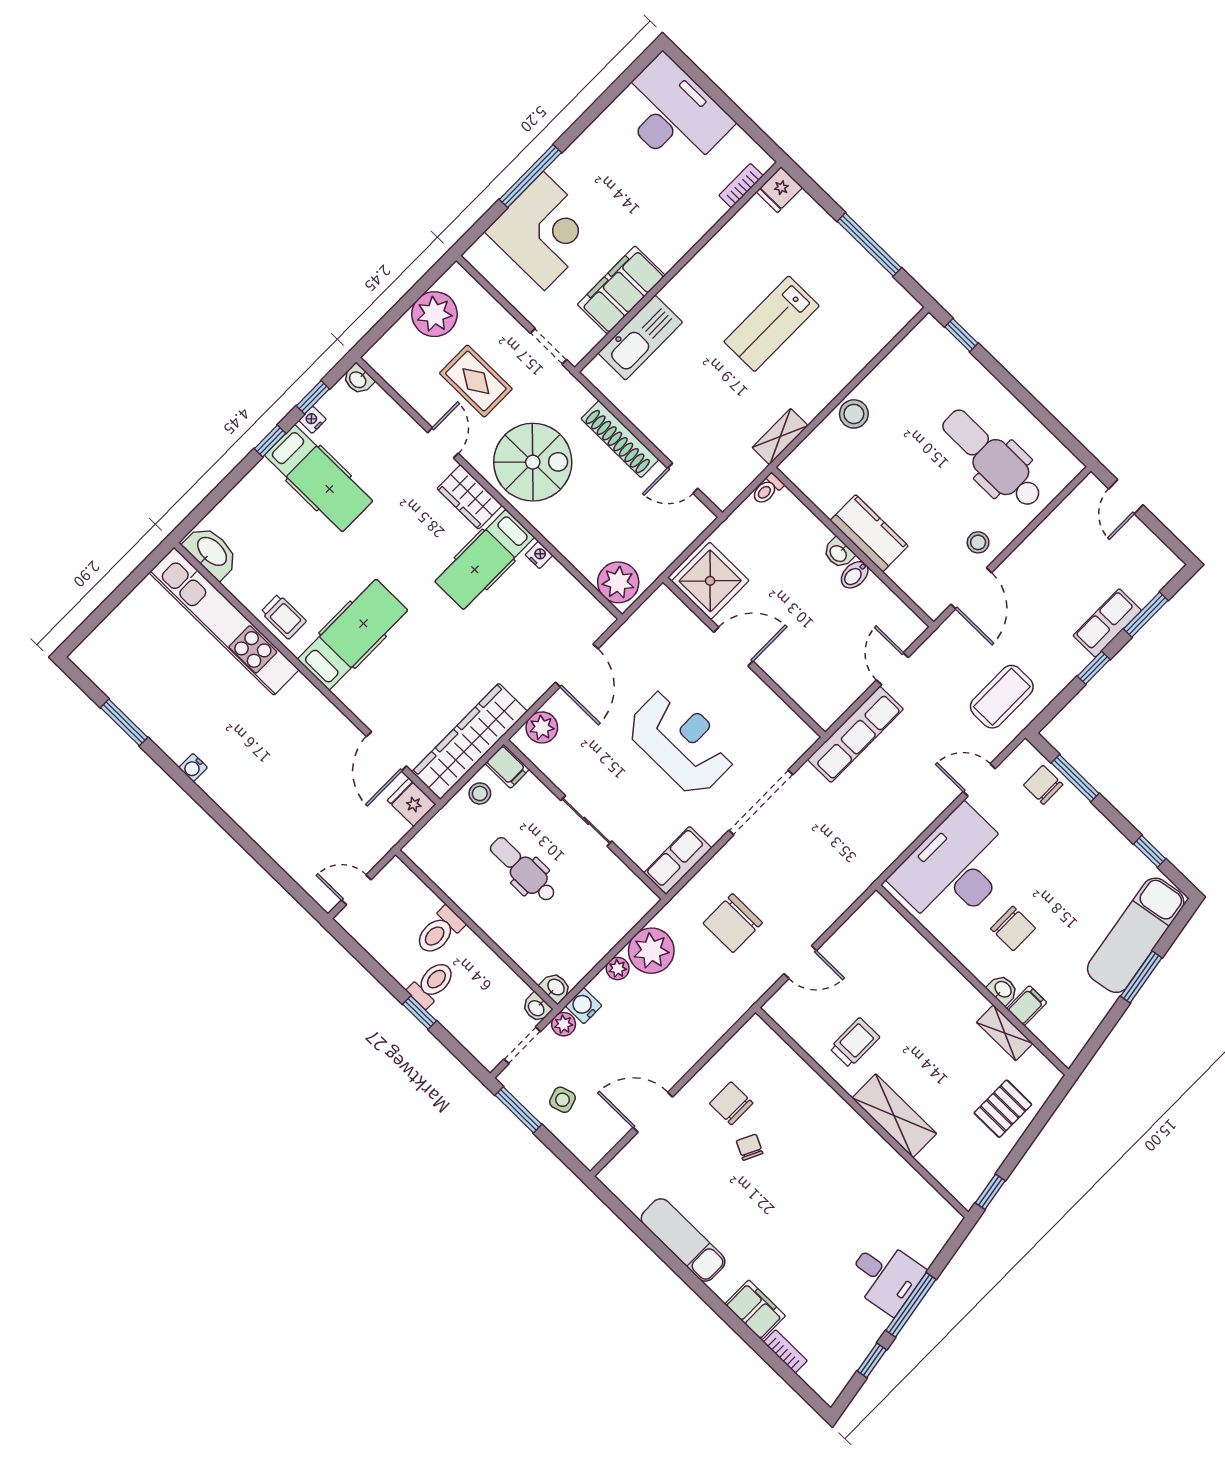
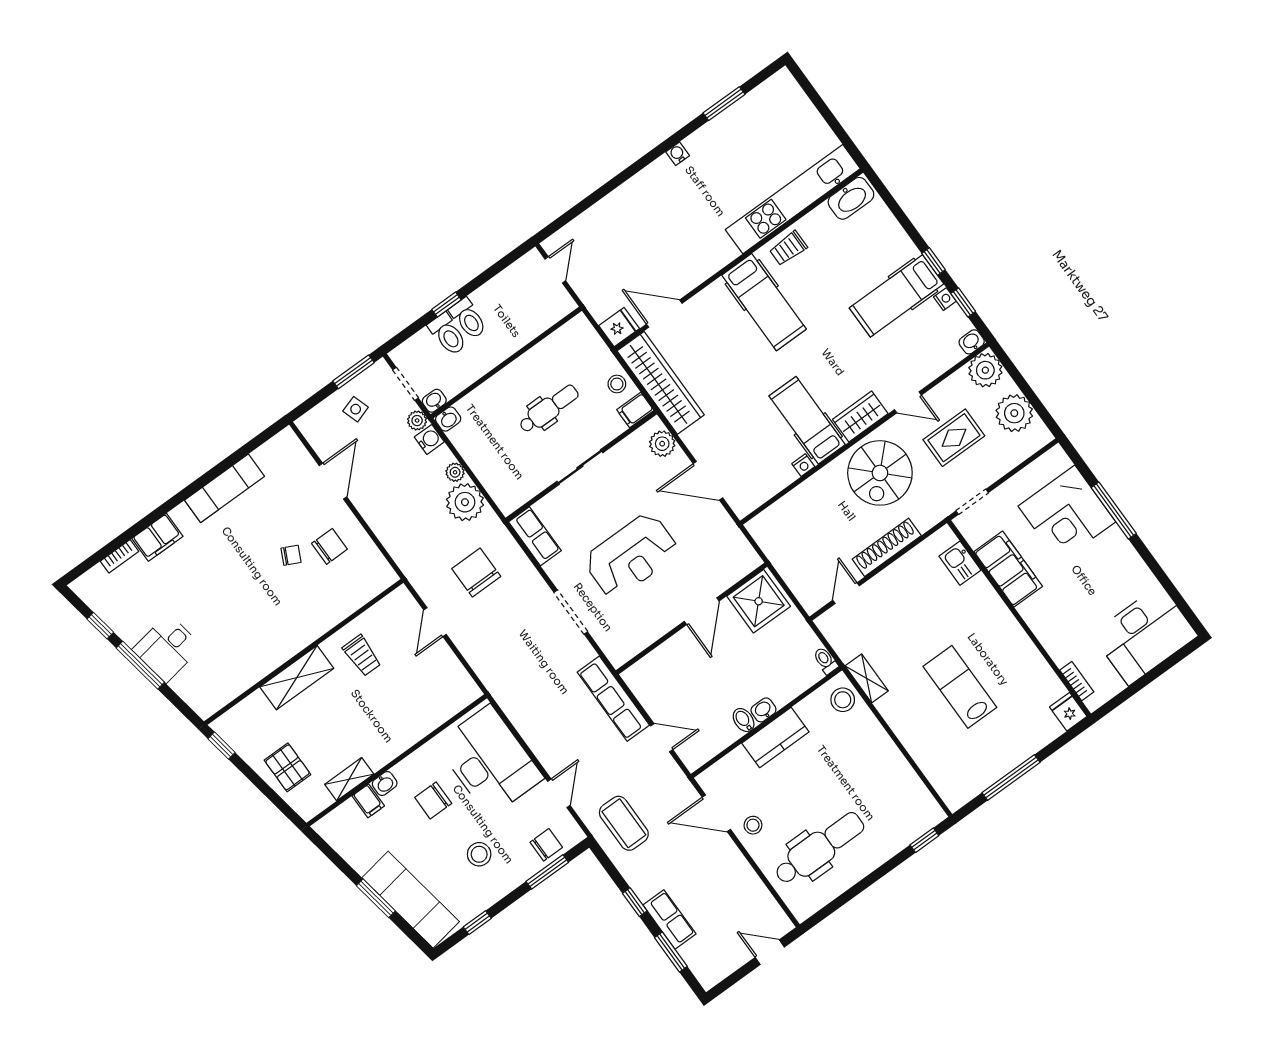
kitchen sink: (640, 338) -> (960, 563), width x0.53, depth x0.81
stool: (854, 414) -> (843, 700), moved
plant: (618, 582) -> (985, 370), moved
doorway: (761, 802) -> (571, 612), width x0.73
stool: (1068, 863) -> (479, 854), added
toilet: (439, 931) -> (448, 334), moved, turned 180

